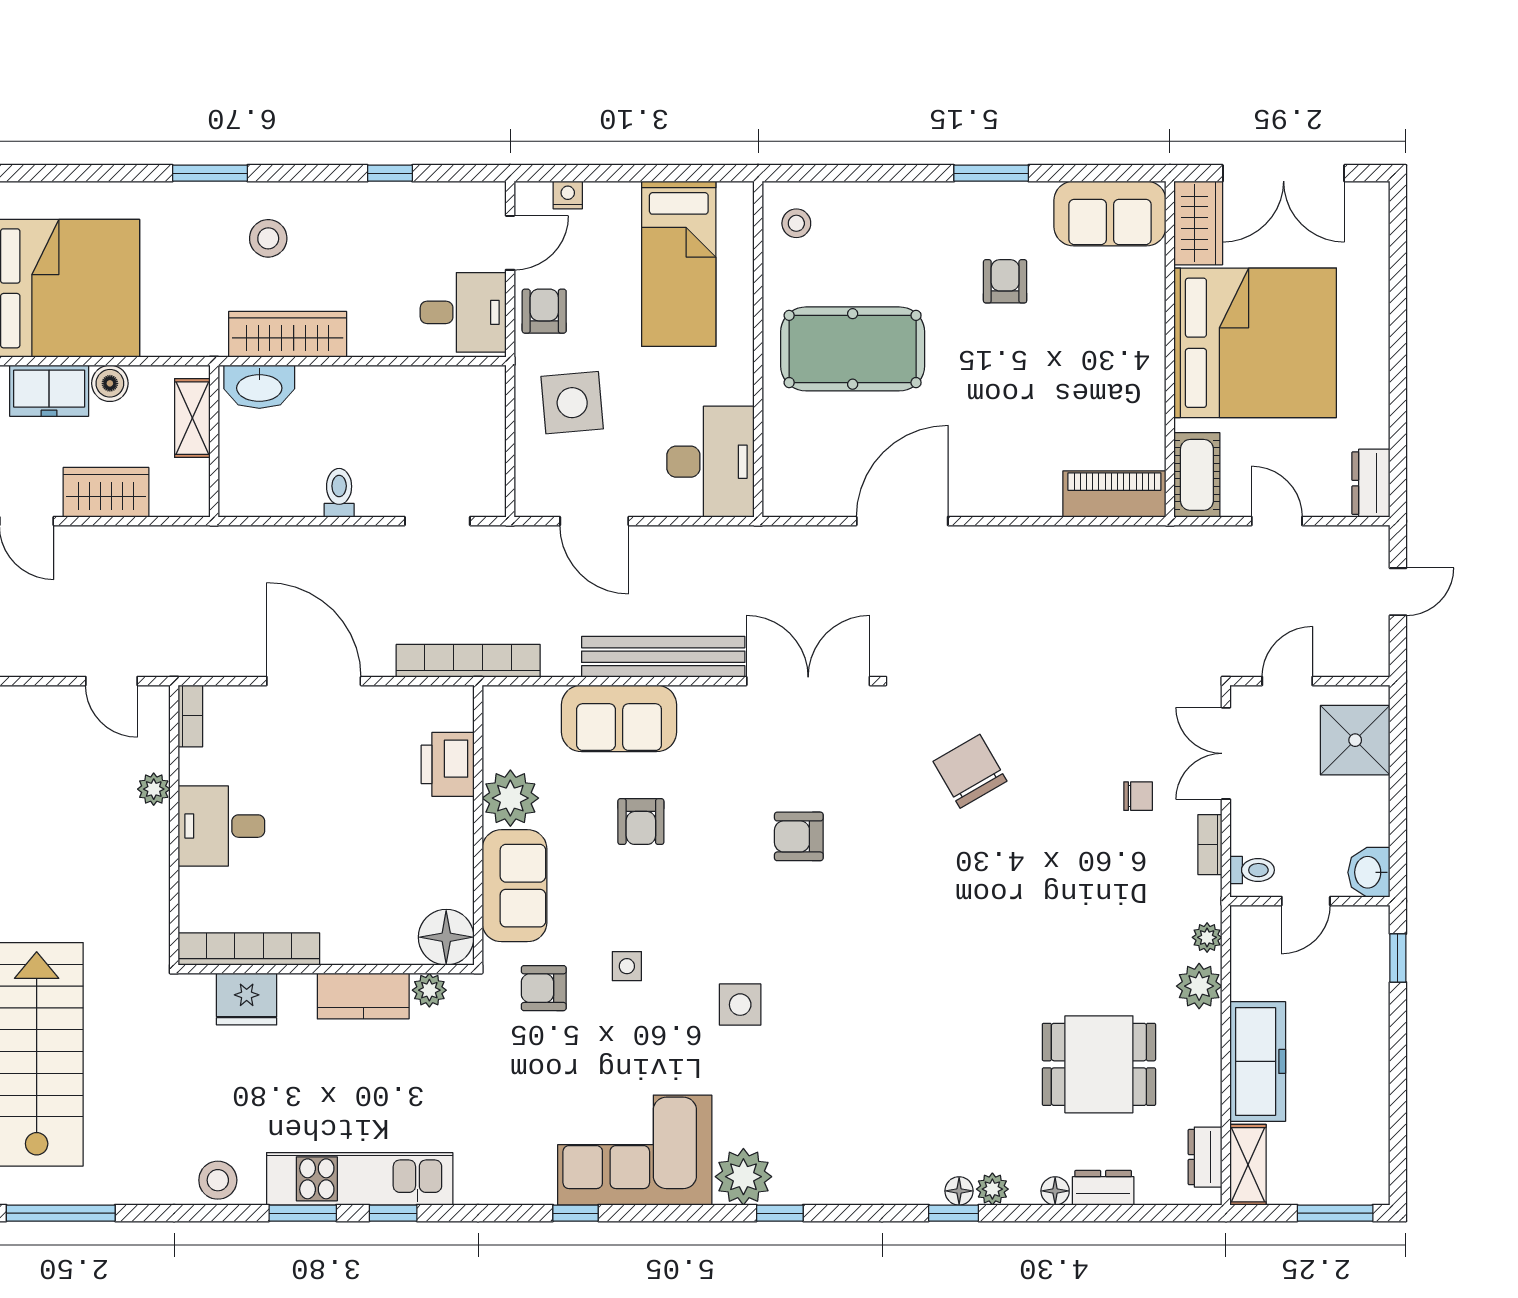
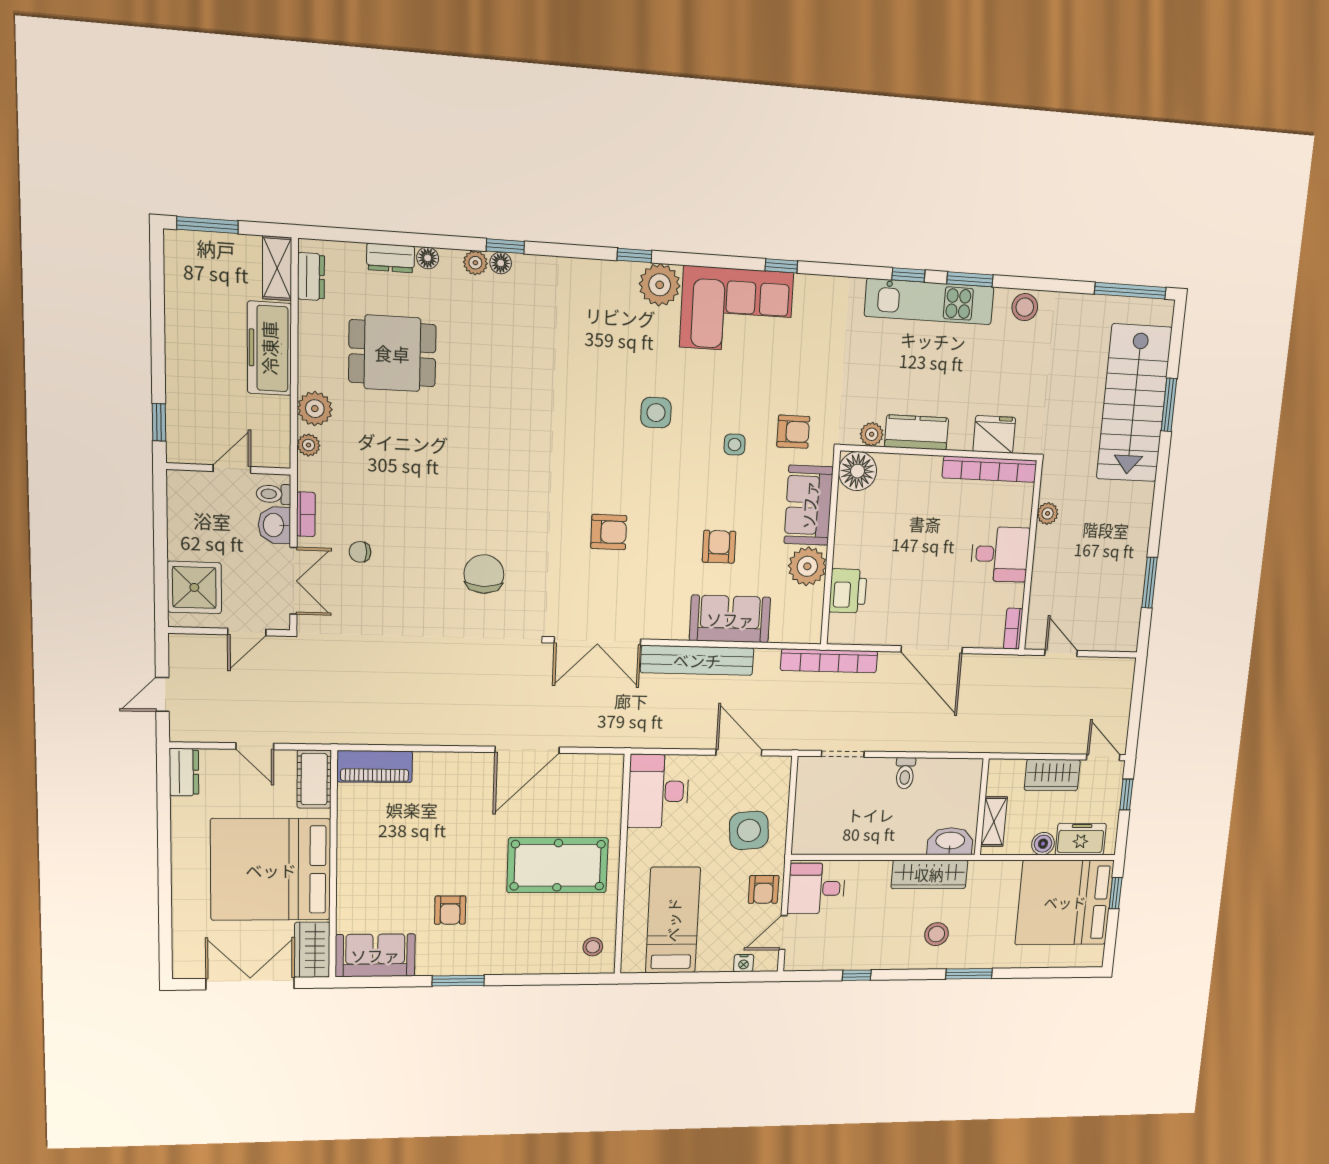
chair: (970, 771) -> (484, 574), turned -150
plant: (154, 789) -> (1048, 513), moved
washbasin: (1369, 872) -> (274, 525), moved, turned 180

